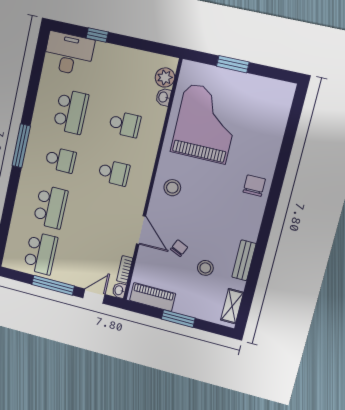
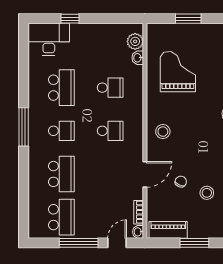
grand piano: (206, 124) -> (178, 72), width x0.73, depth x0.68
door: (141, 230) -> (145, 174), hinge flipped

